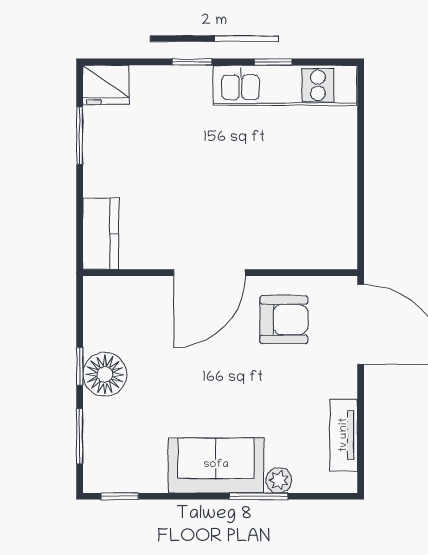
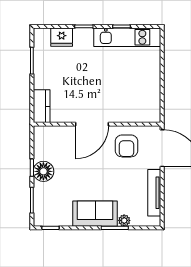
fridge: (106, 85) -> (62, 37), moved
armchair: (284, 320) -> (127, 146), turned 90
tv unit: (344, 435) -> (154, 193), width x1.41

